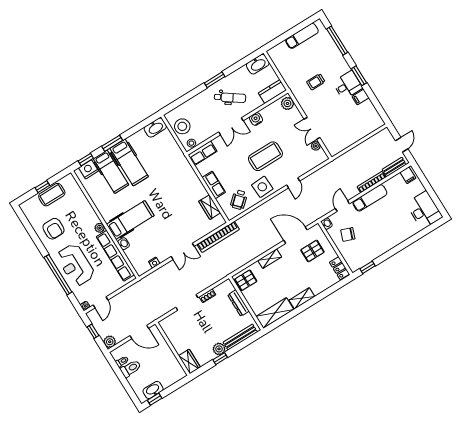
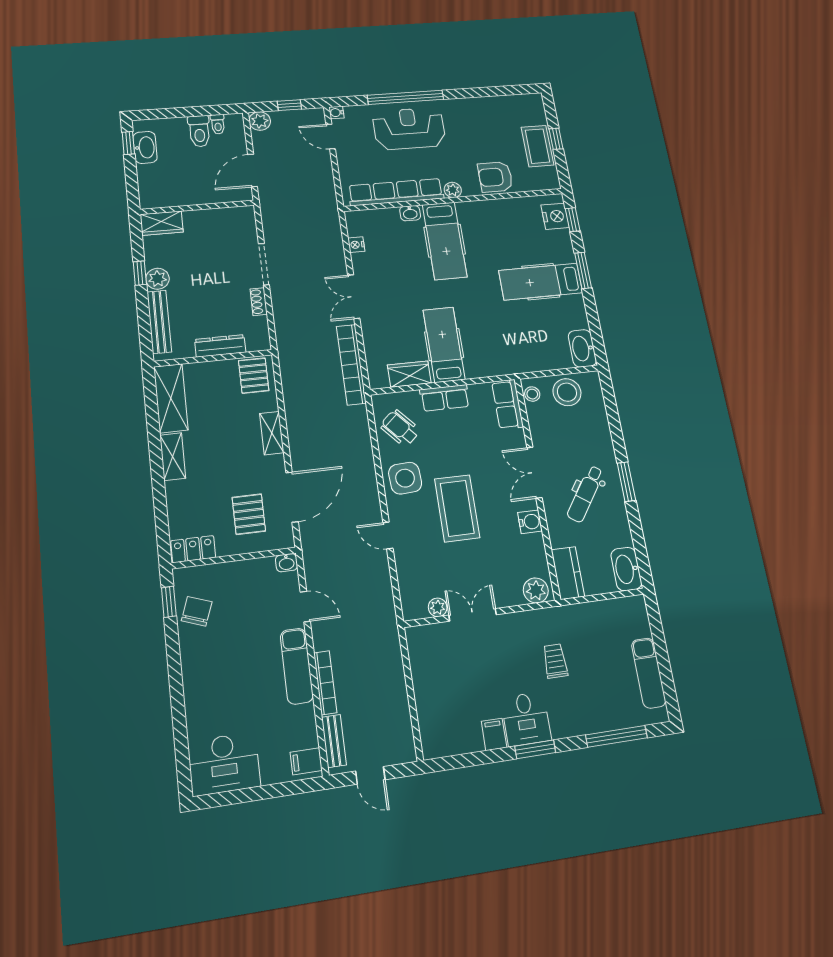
hospital bed: (111, 172) -> (444, 345), moved, turned 90
armchair: (53, 229) -> (495, 177), moved
chair: (348, 234) -> (197, 611), moved

